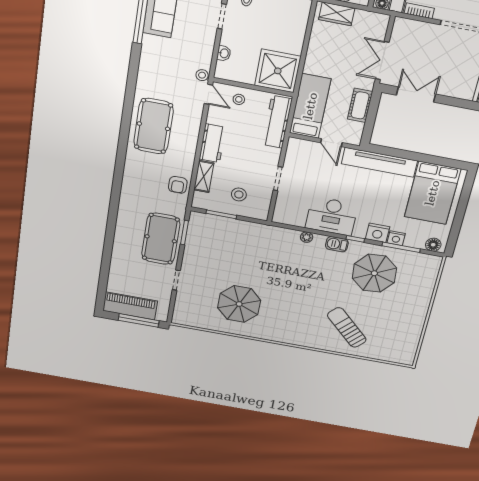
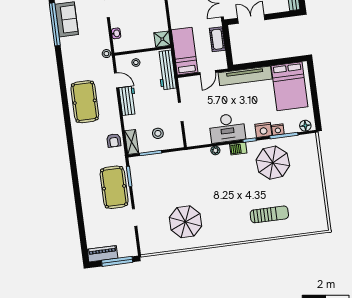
shower: (278, 71) -> (162, 39), width x0.54, depth x0.54
door: (208, 94) -> (117, 80), moved
door: (331, 143) -> (208, 73), hinge flipped
shelving: (204, 176) -> (132, 142), moved
piano: (130, 306) -> (103, 254), width x0.73, depth x0.75
sun lounger: (347, 328) -> (269, 214), turned 136

